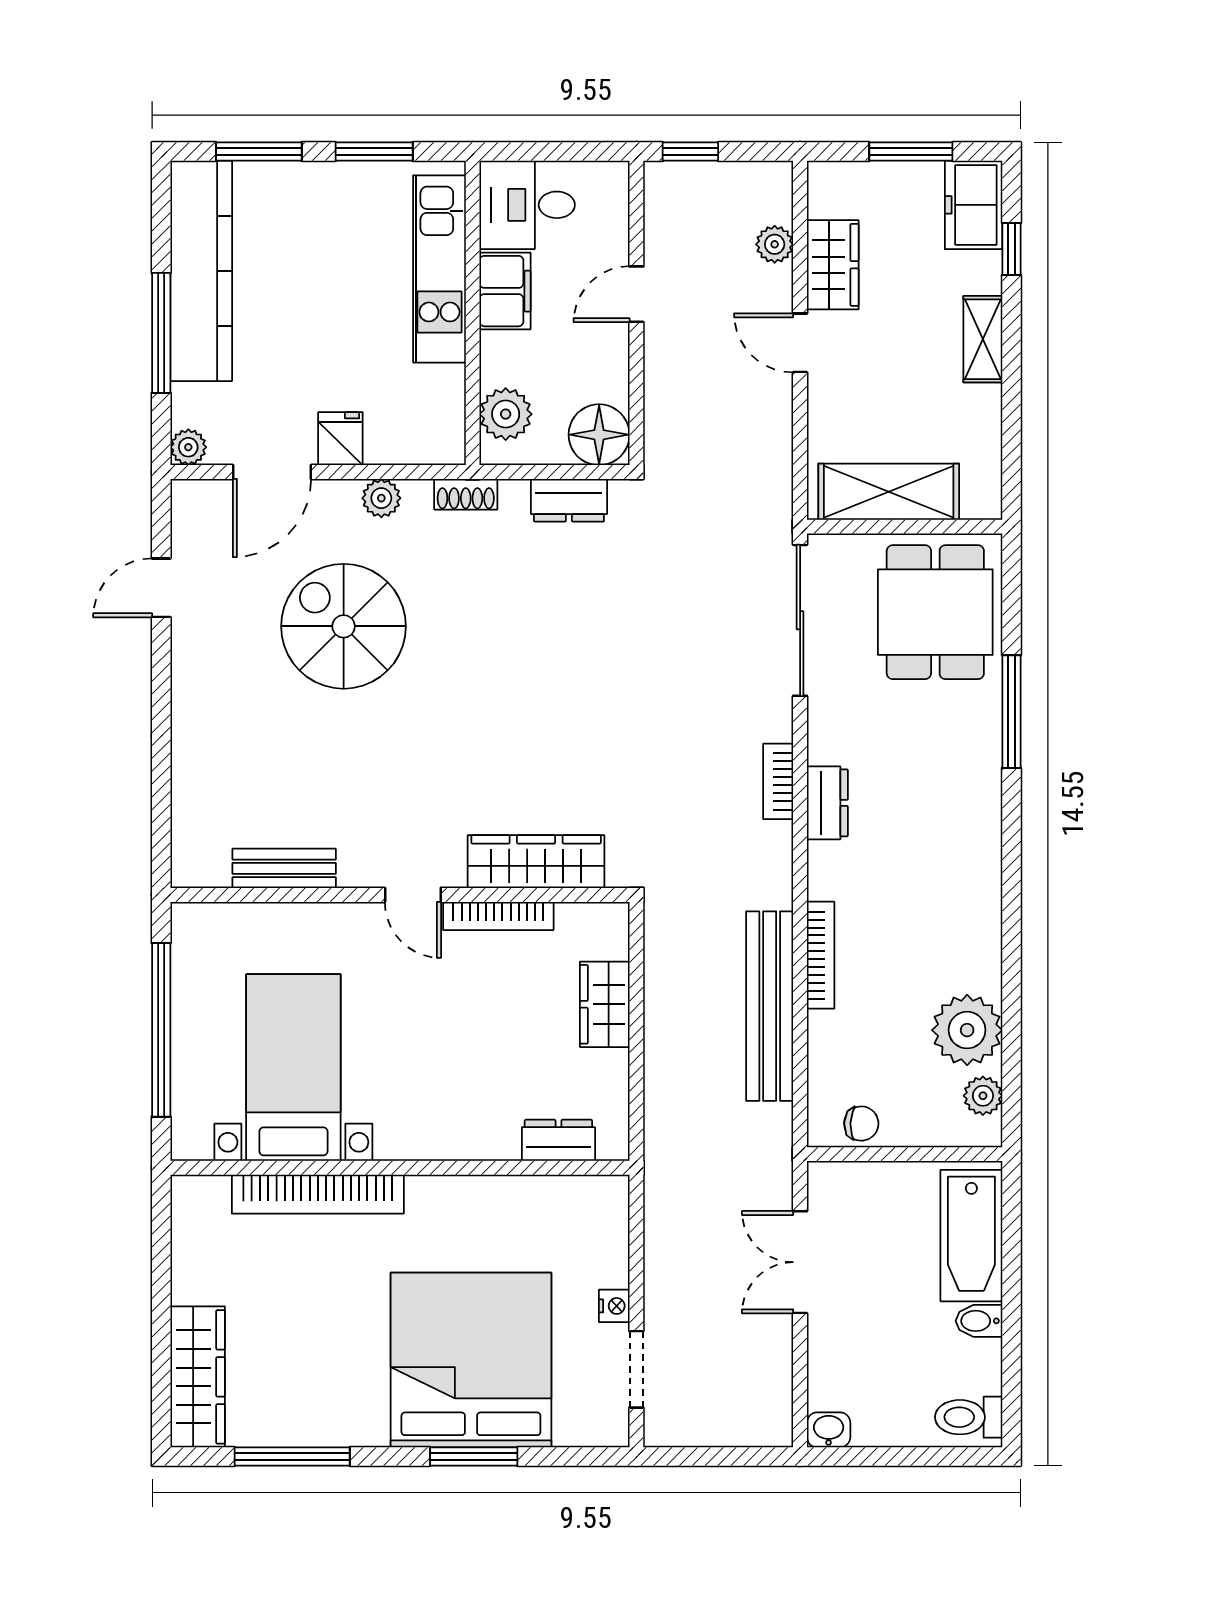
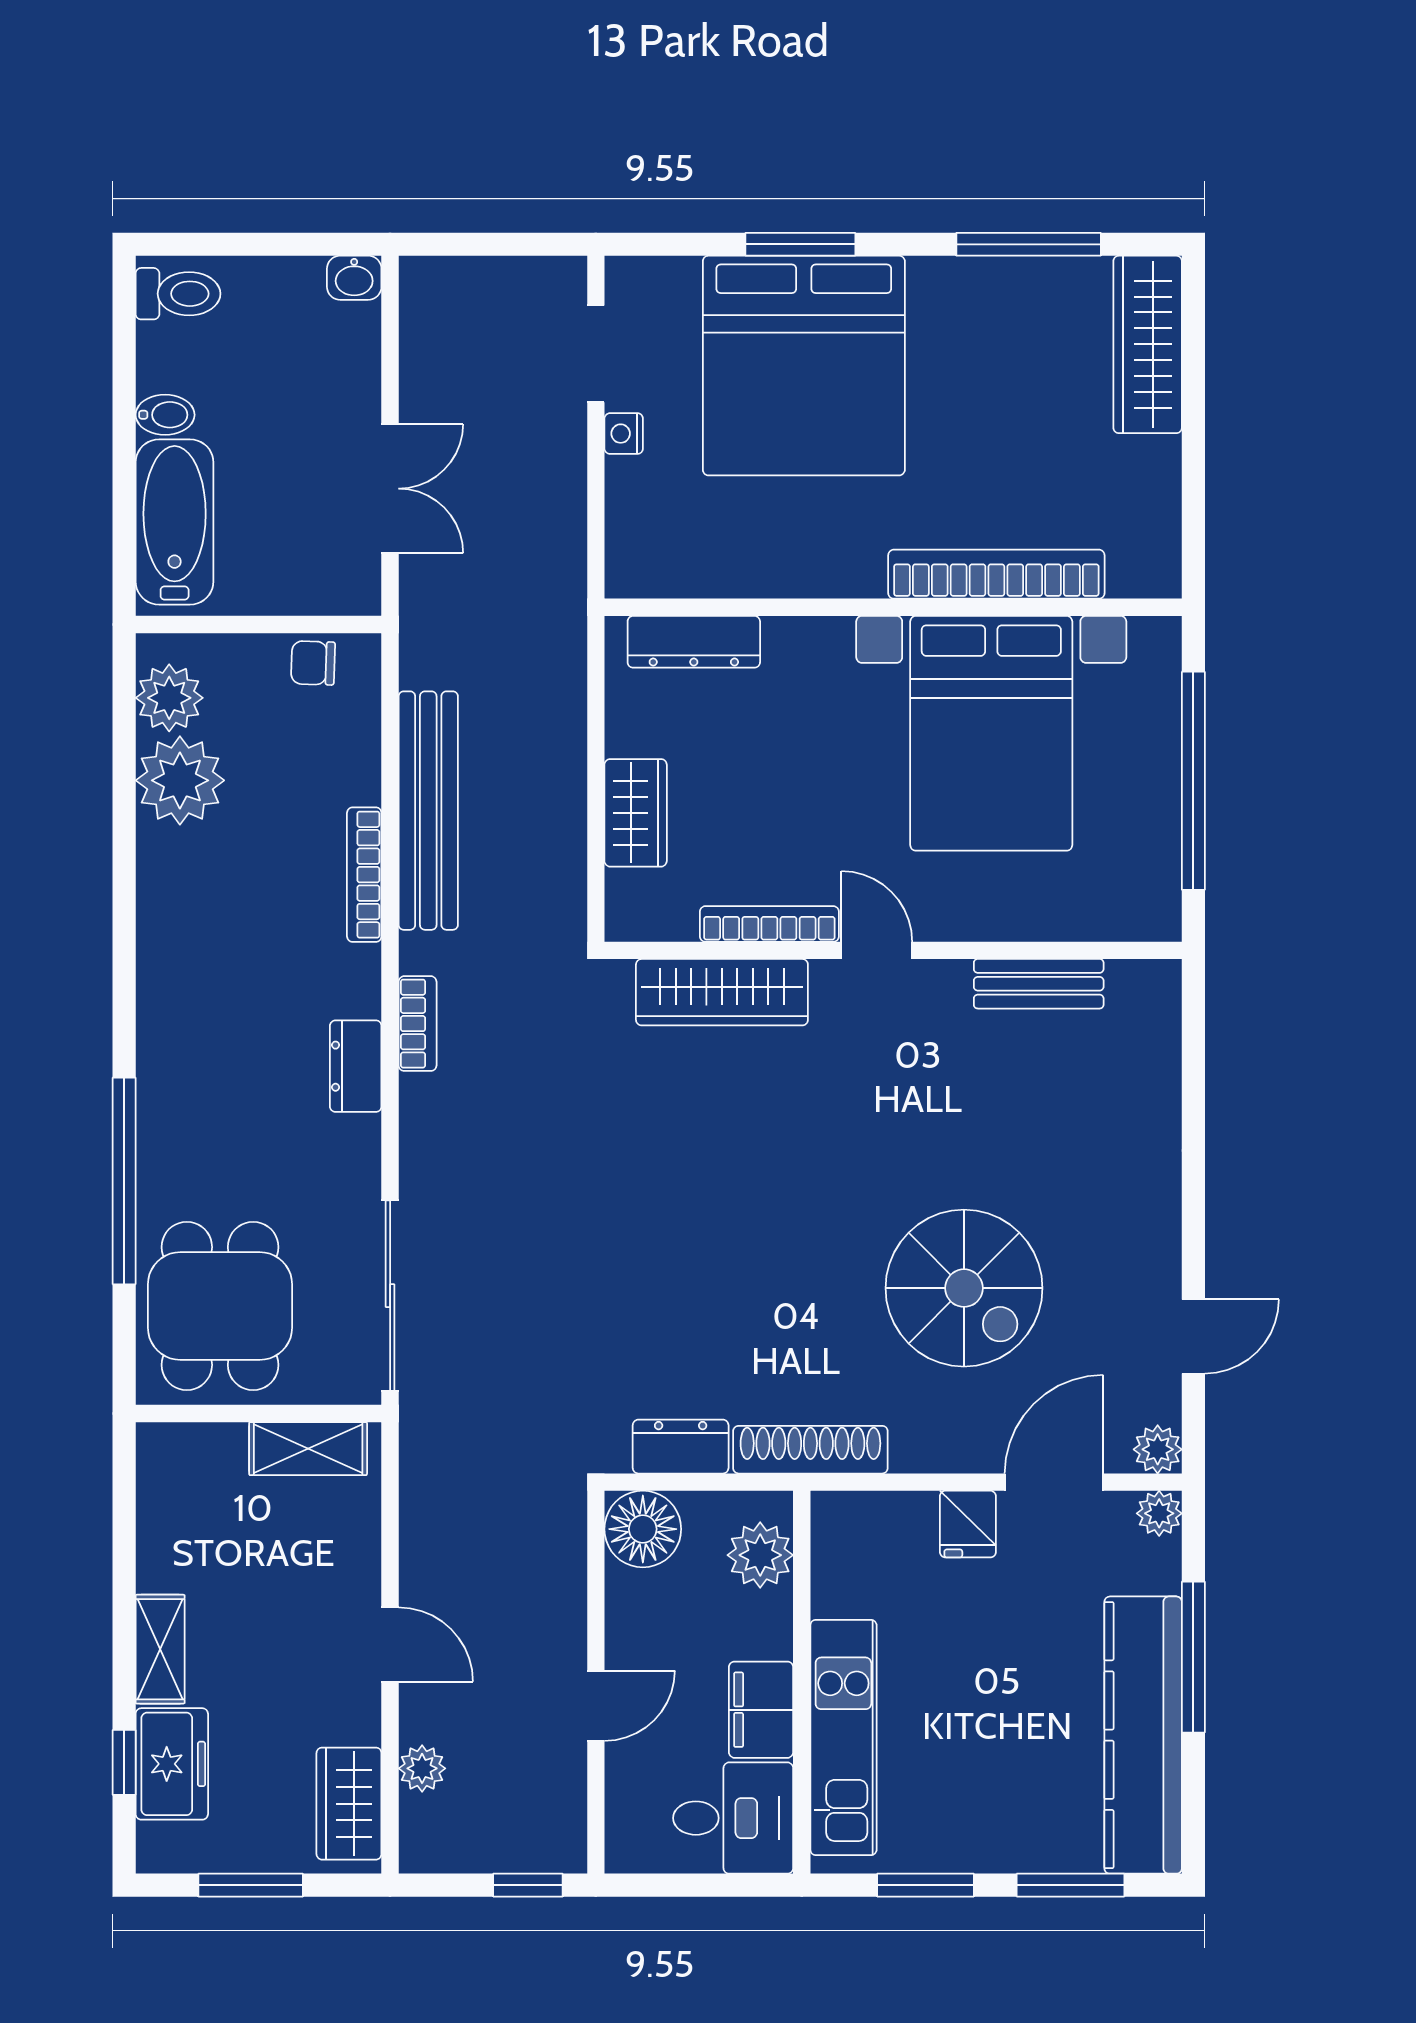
freezer: (974, 205) -> (172, 1764), moved
wardrobe: (833, 265) -> (349, 1804), moved
shelving: (889, 492) -> (308, 1449), width x0.67, depth x0.75
shoe rack: (466, 494) -> (810, 1450), width x1.94, depth x1.24
plant: (381, 498) -> (1158, 1449), moved
window: (1011, 712) -> (124, 1181), width x1.46
bookcase: (778, 781) -> (418, 1024), moved
bed with nightstands: (293, 1068) -> (991, 733), width x1.36
plant: (983, 1096) -> (169, 698), width x1.38, depth x1.38
dresser: (558, 1140) -> (694, 642), width x1.44

